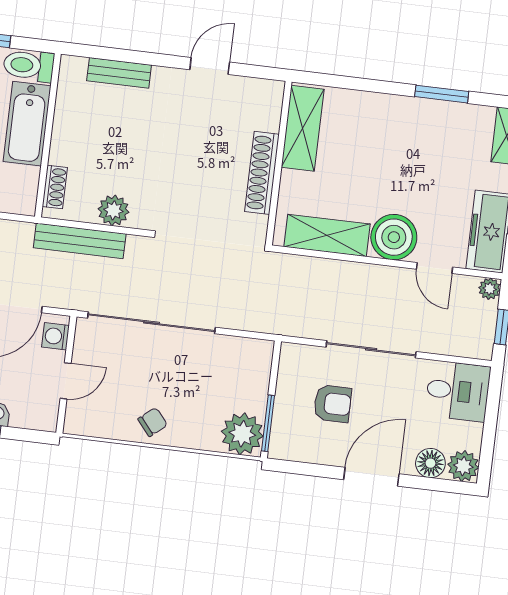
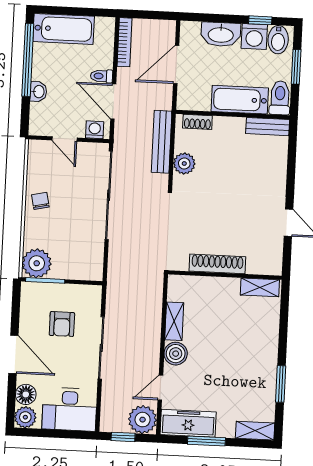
bench: (119, 73) -> (268, 127), moved, turned 90
shelving: (303, 128) -> (260, 287), width x0.67, depth x0.75
shelving: (327, 235) -> (174, 321), width x0.67, depth x0.75
boiler: (394, 237) -> (176, 354), width x0.73, depth x0.73
plant: (490, 289) -> (143, 420), width x1.88, depth x1.88
desk: (458, 391) -> (69, 409), width x1.37
chair: (153, 422) -> (40, 201), turned -152

